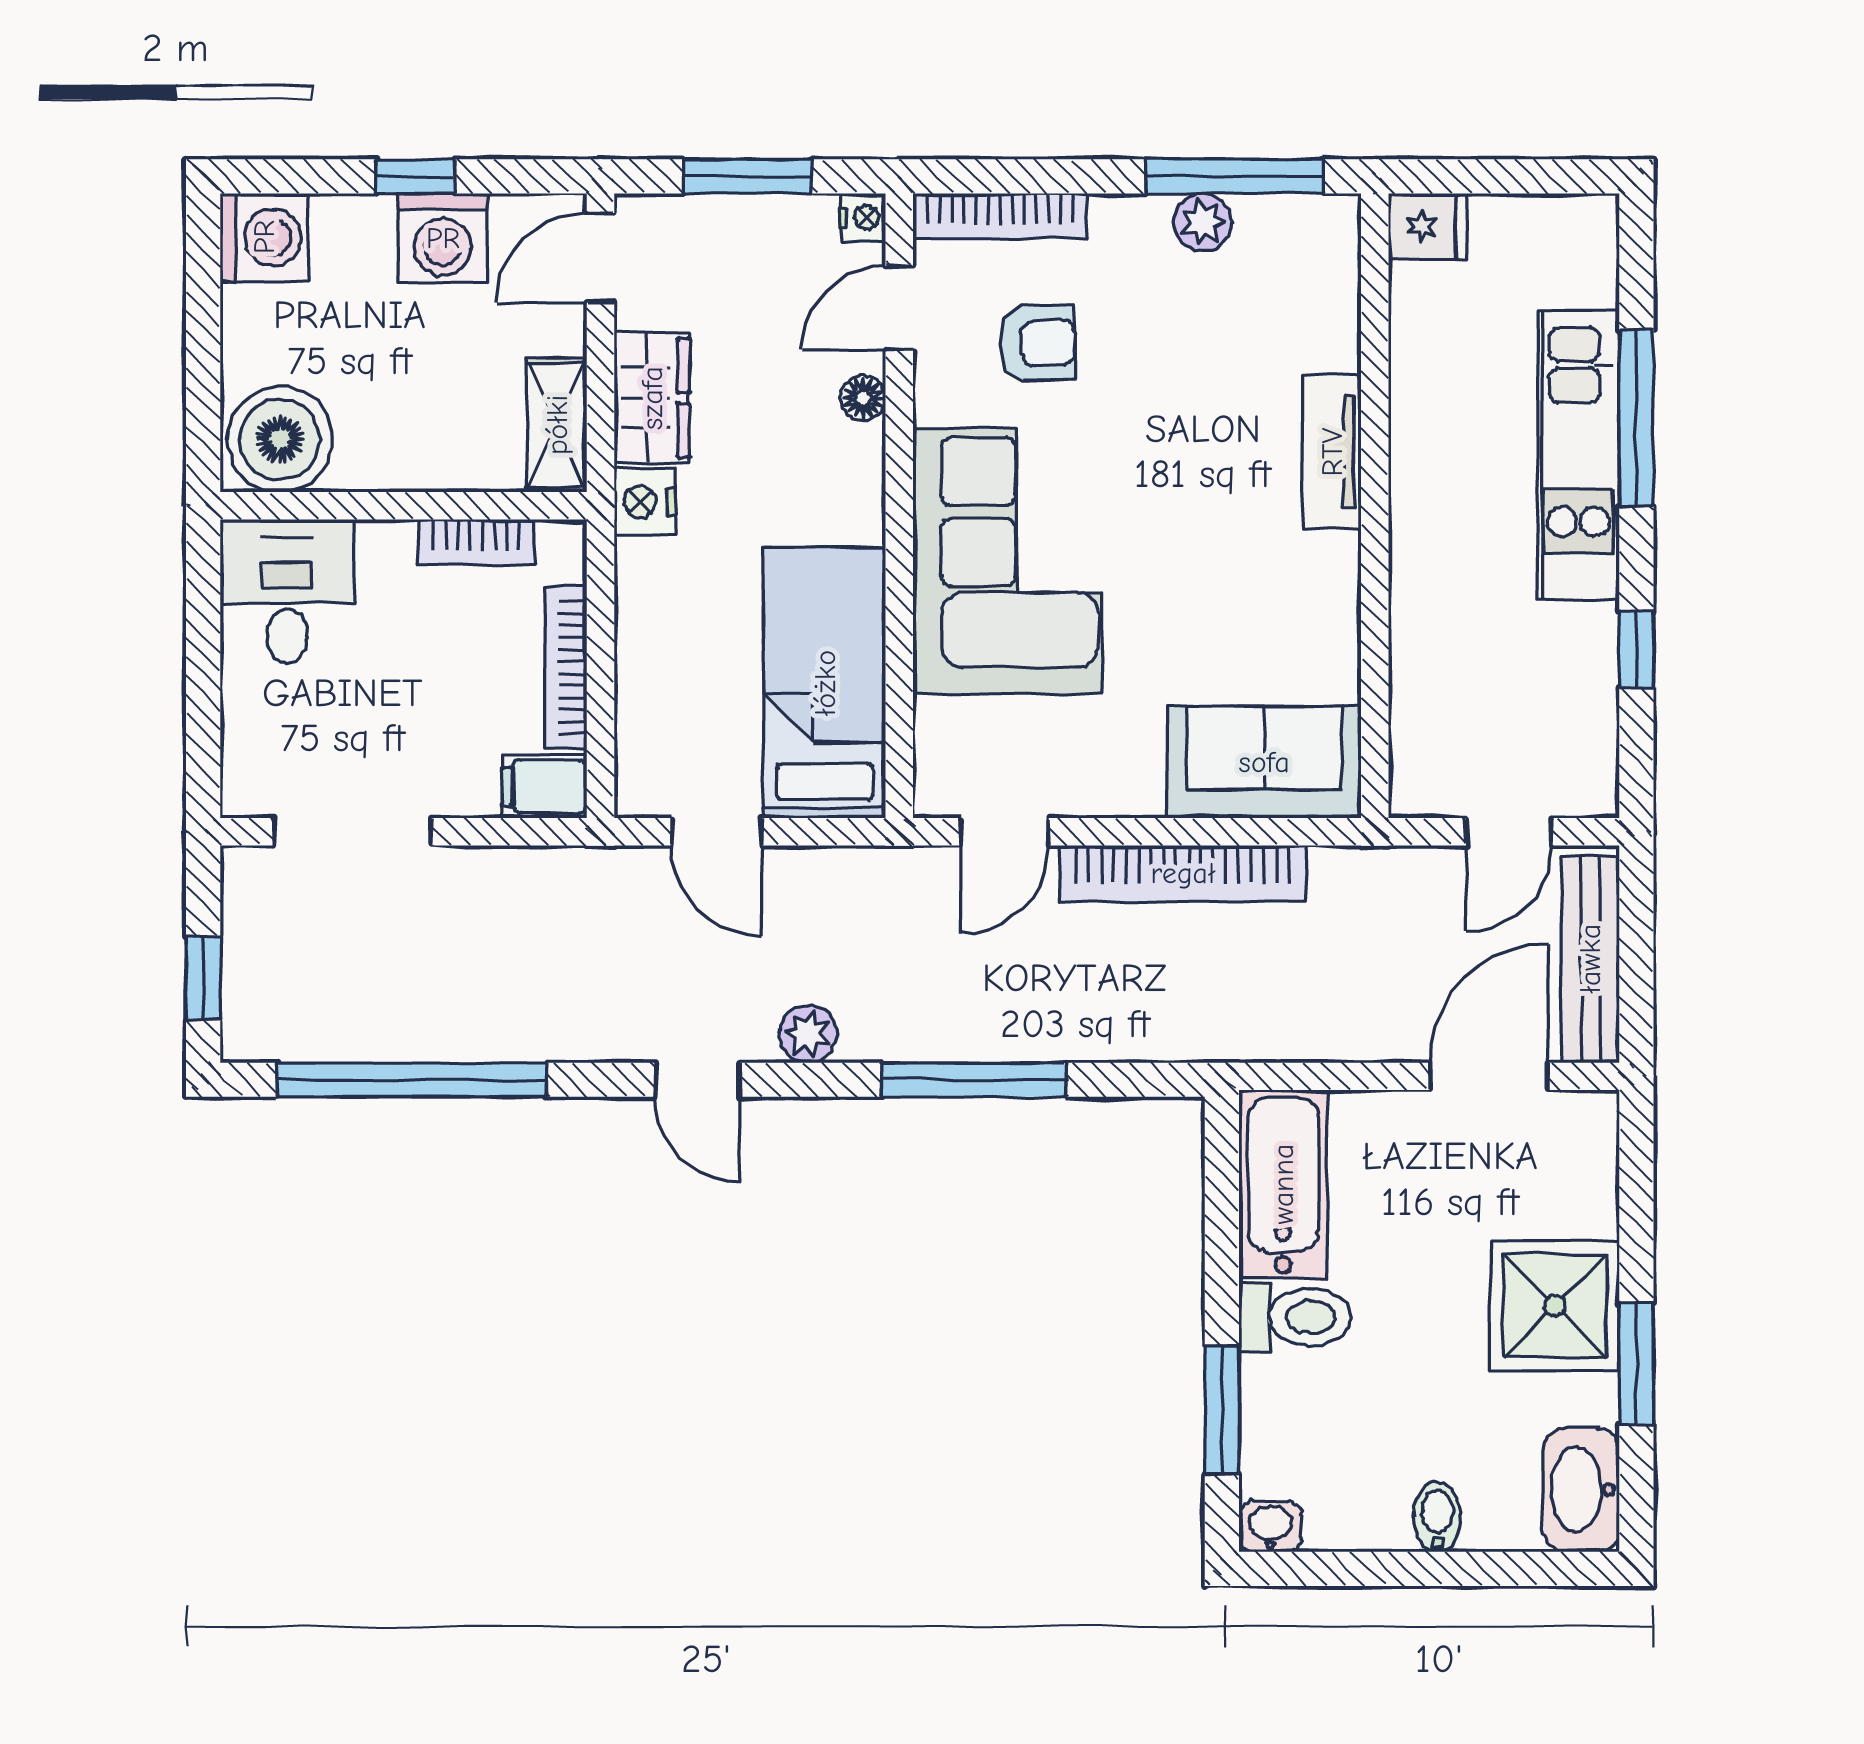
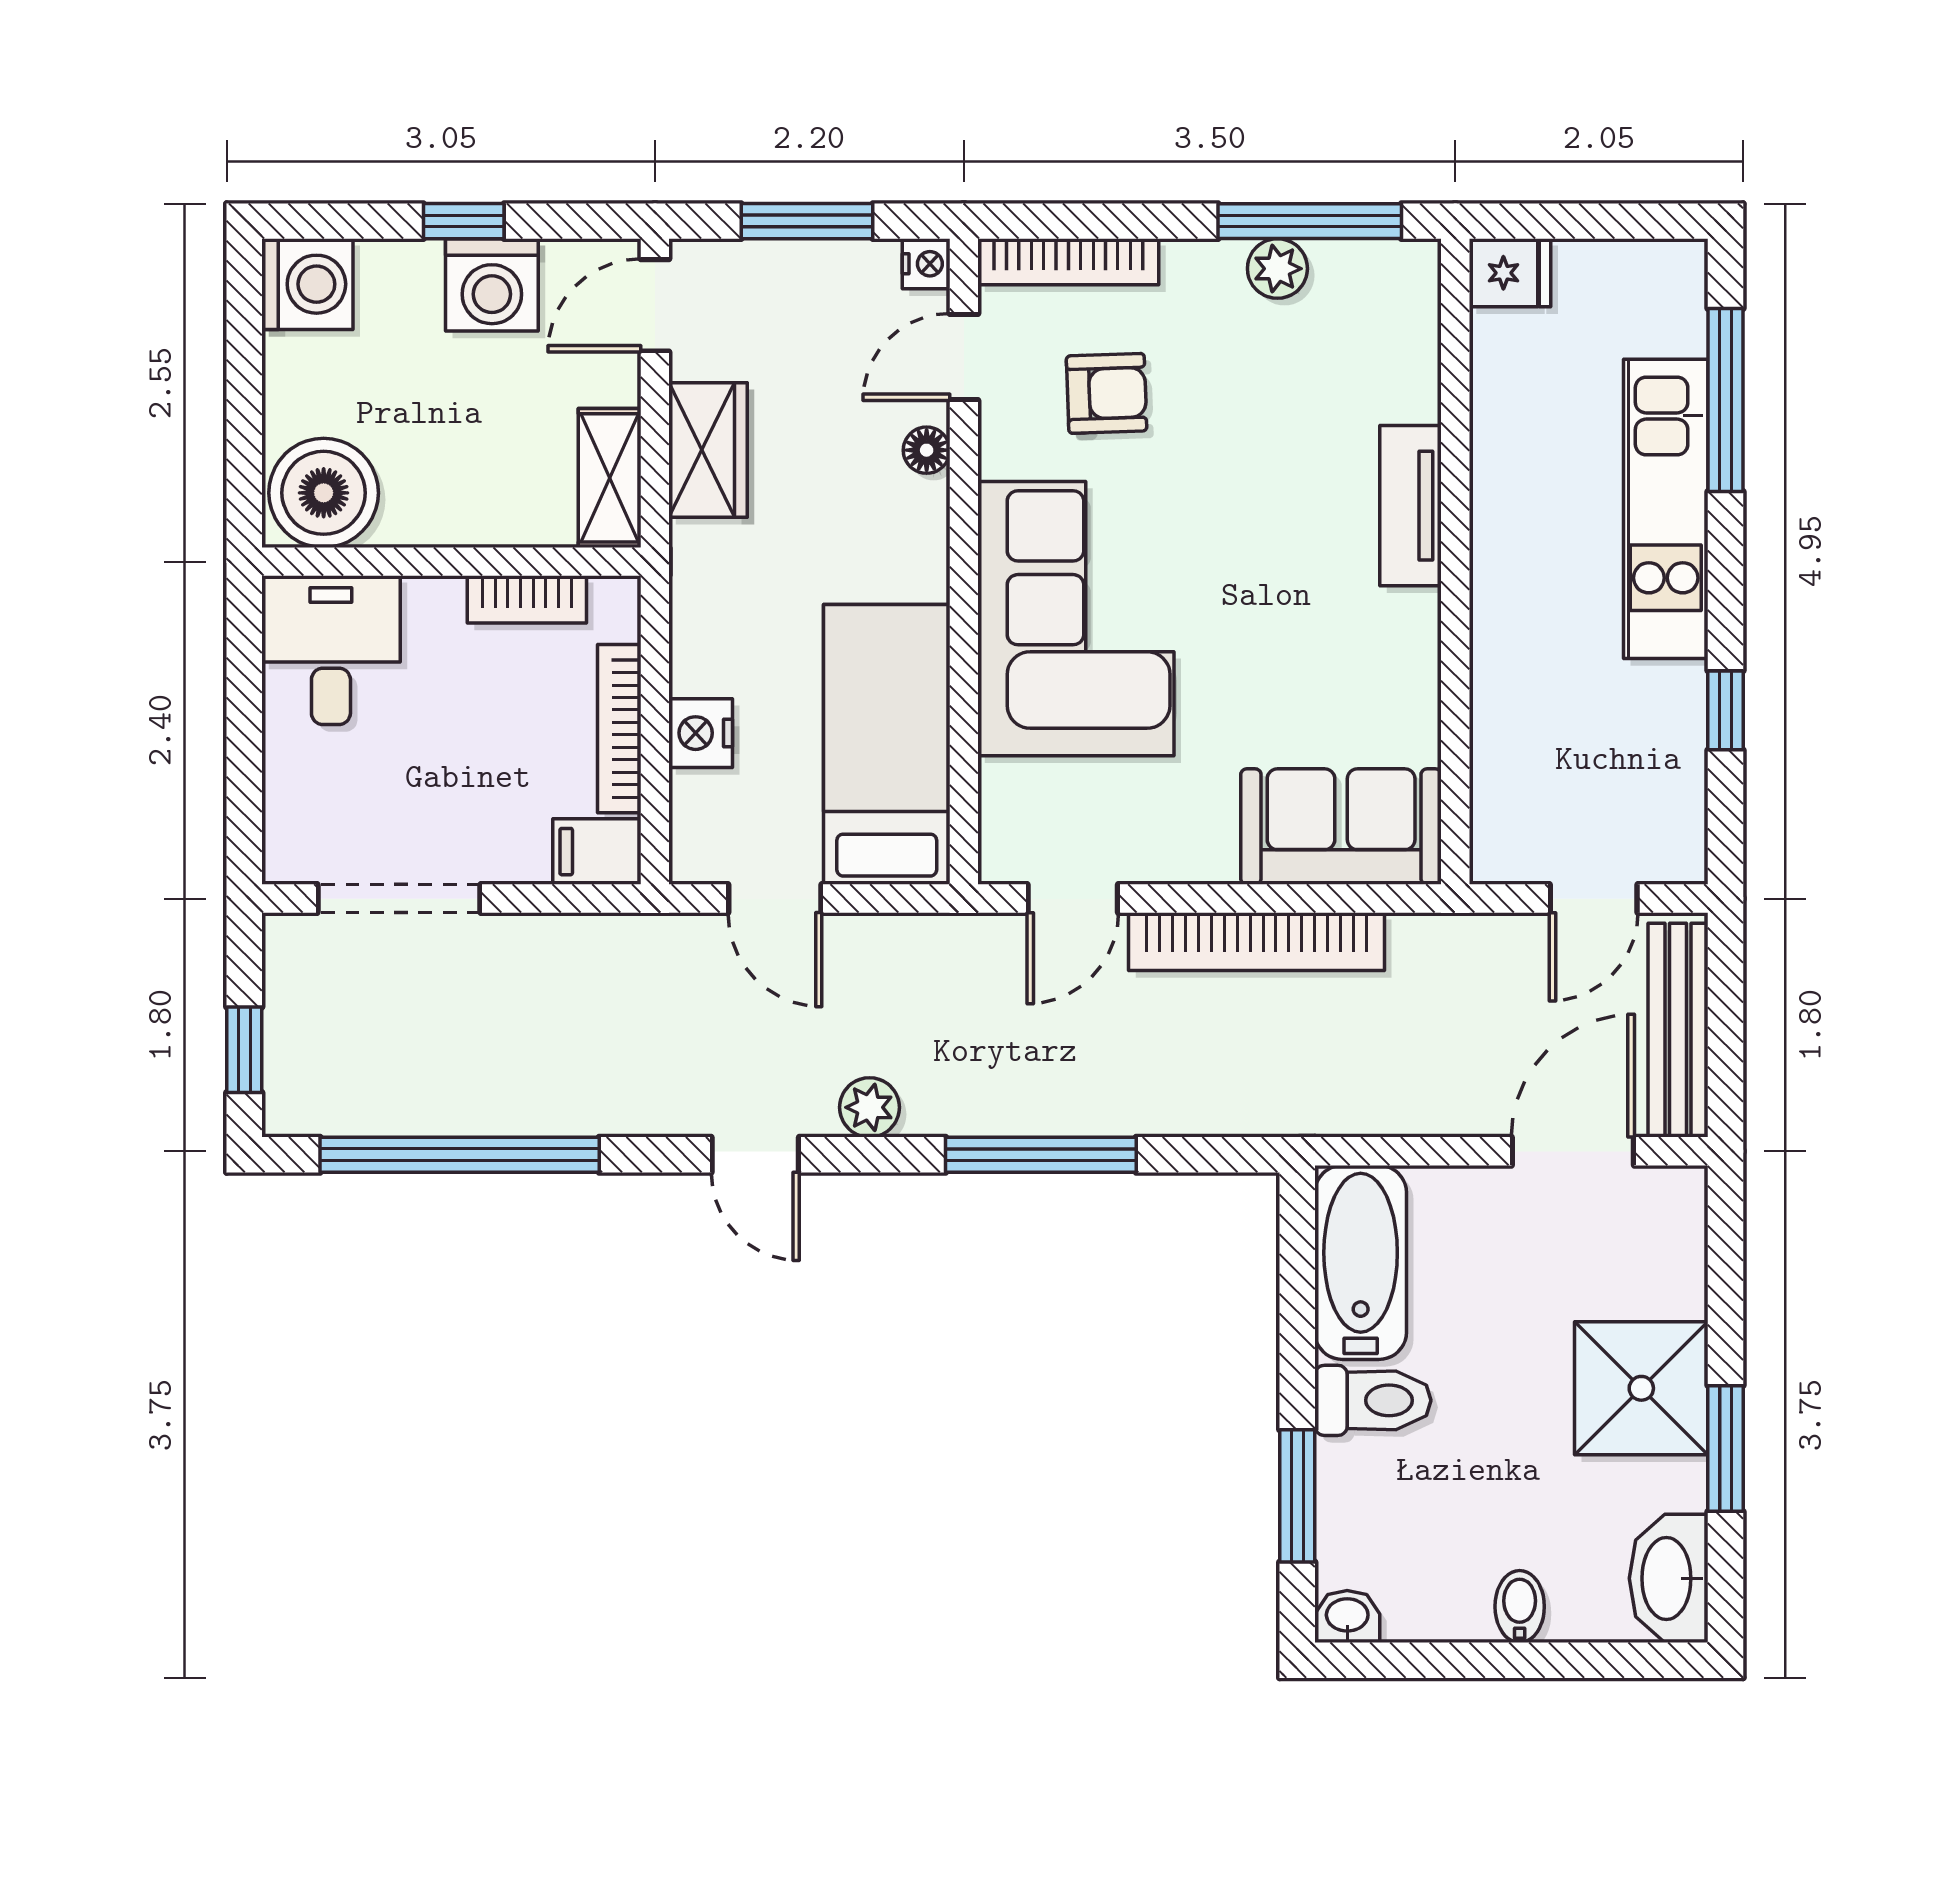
window: (1636, 418) -> (1726, 400), moved
nightstand: (645, 502) -> (701, 733), moved

